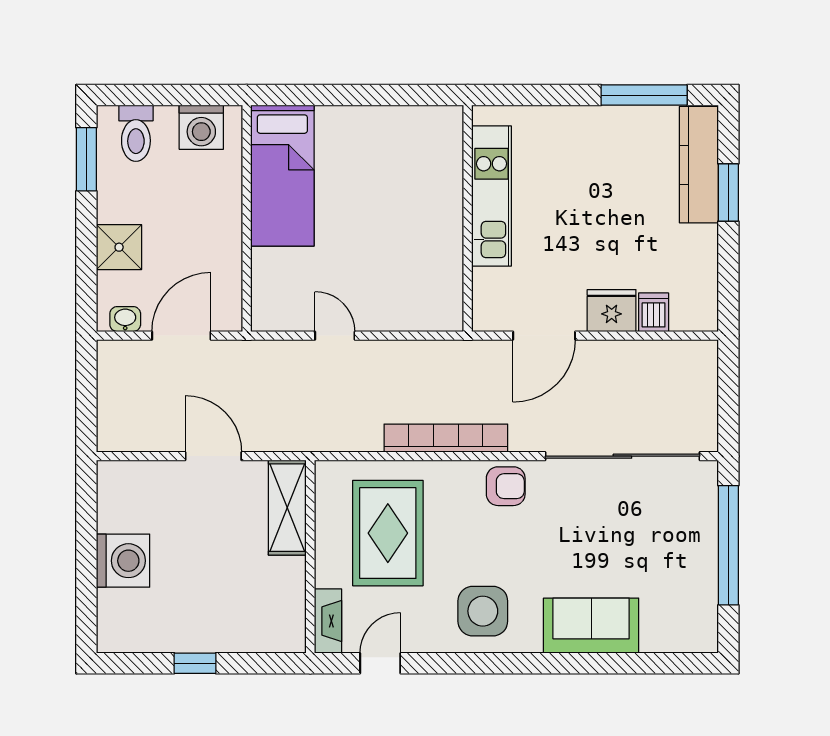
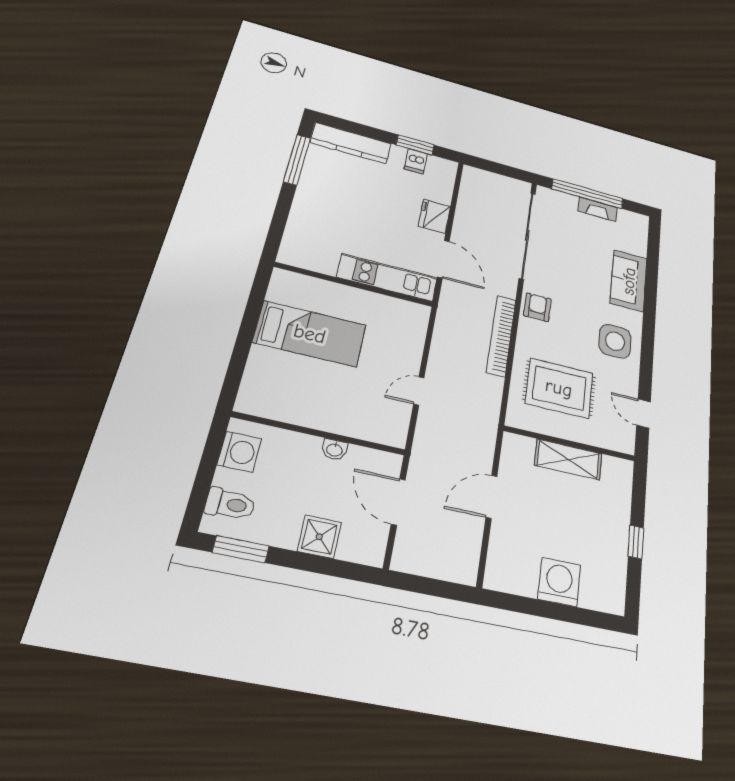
bed: (282, 176) -> (310, 334), moved
window: (728, 193) -> (415, 145), moved
kitchen unit: (492, 196) -> (387, 278), moved
dishwasher: (654, 312) -> (416, 161), moved, turned -90
washbasin: (125, 319) -> (335, 450), moved, turned -90
shelving: (287, 508) -> (568, 459), moved
fireplace: (328, 621) -> (598, 209), moved, turned 180

